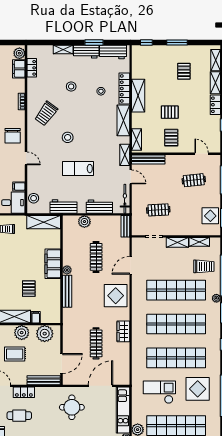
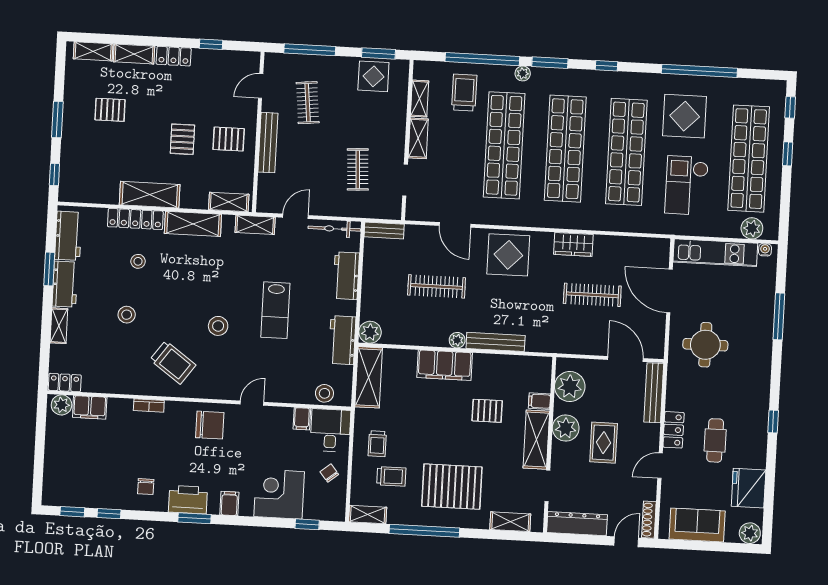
locker: (32, 68) -> (65, 383), moved
bench: (148, 159) -> (268, 143), moved
plant: (84, 222) -> (370, 332), moved

